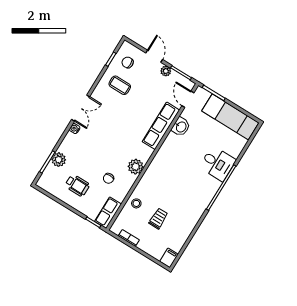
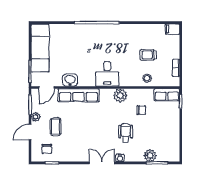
coffee table: (120, 85) -> (56, 127), moved
desk: (218, 164) -> (107, 74), moved, turned 180
wheelchair: (77, 185) -> (126, 133), moved

